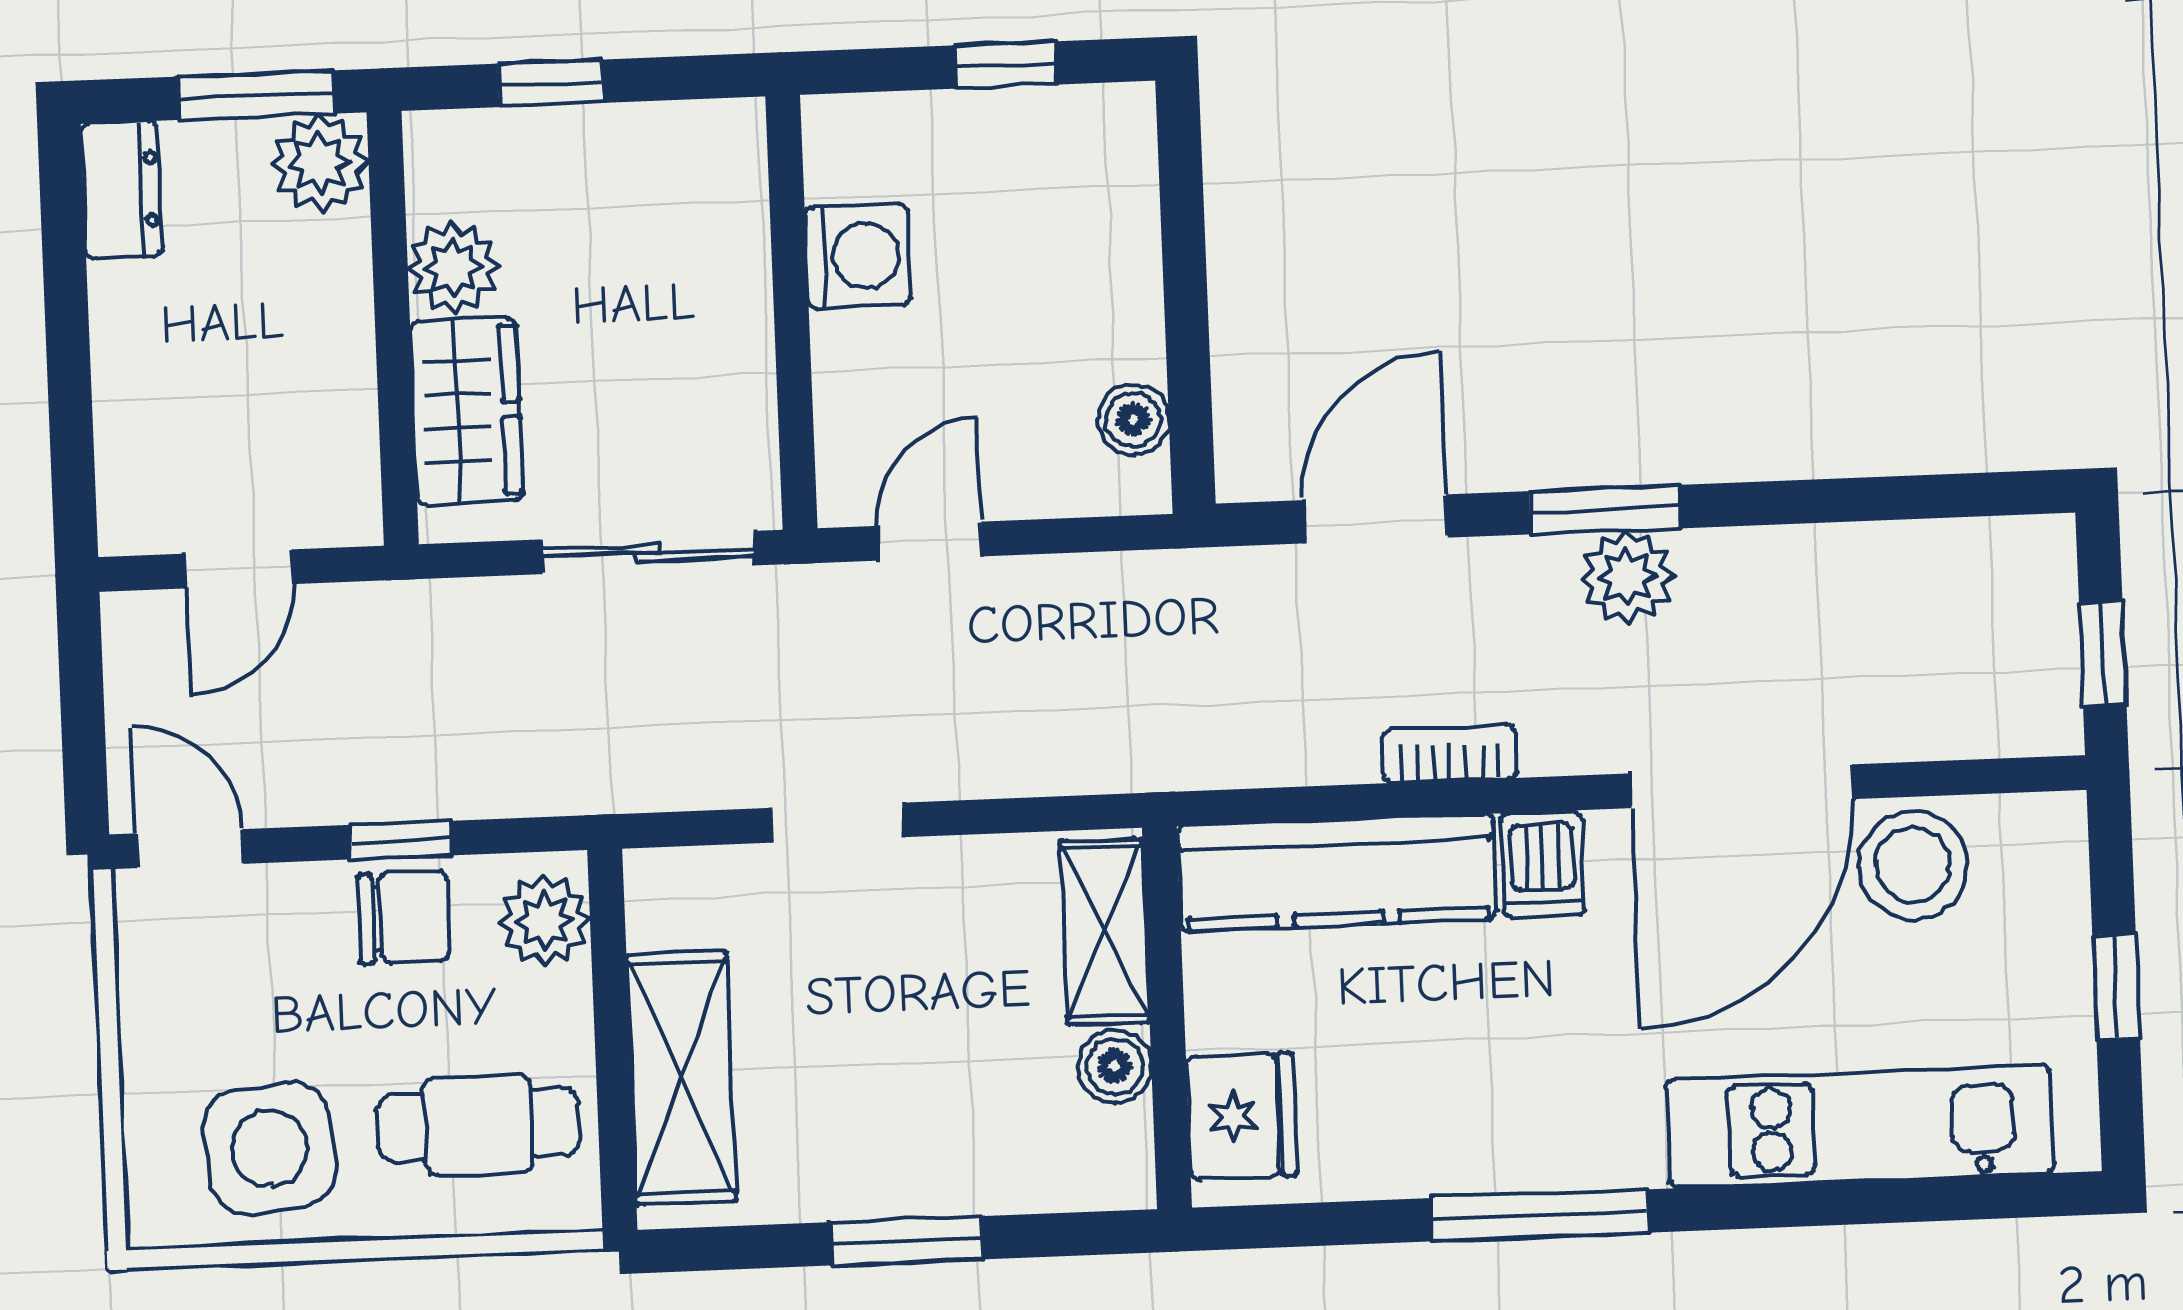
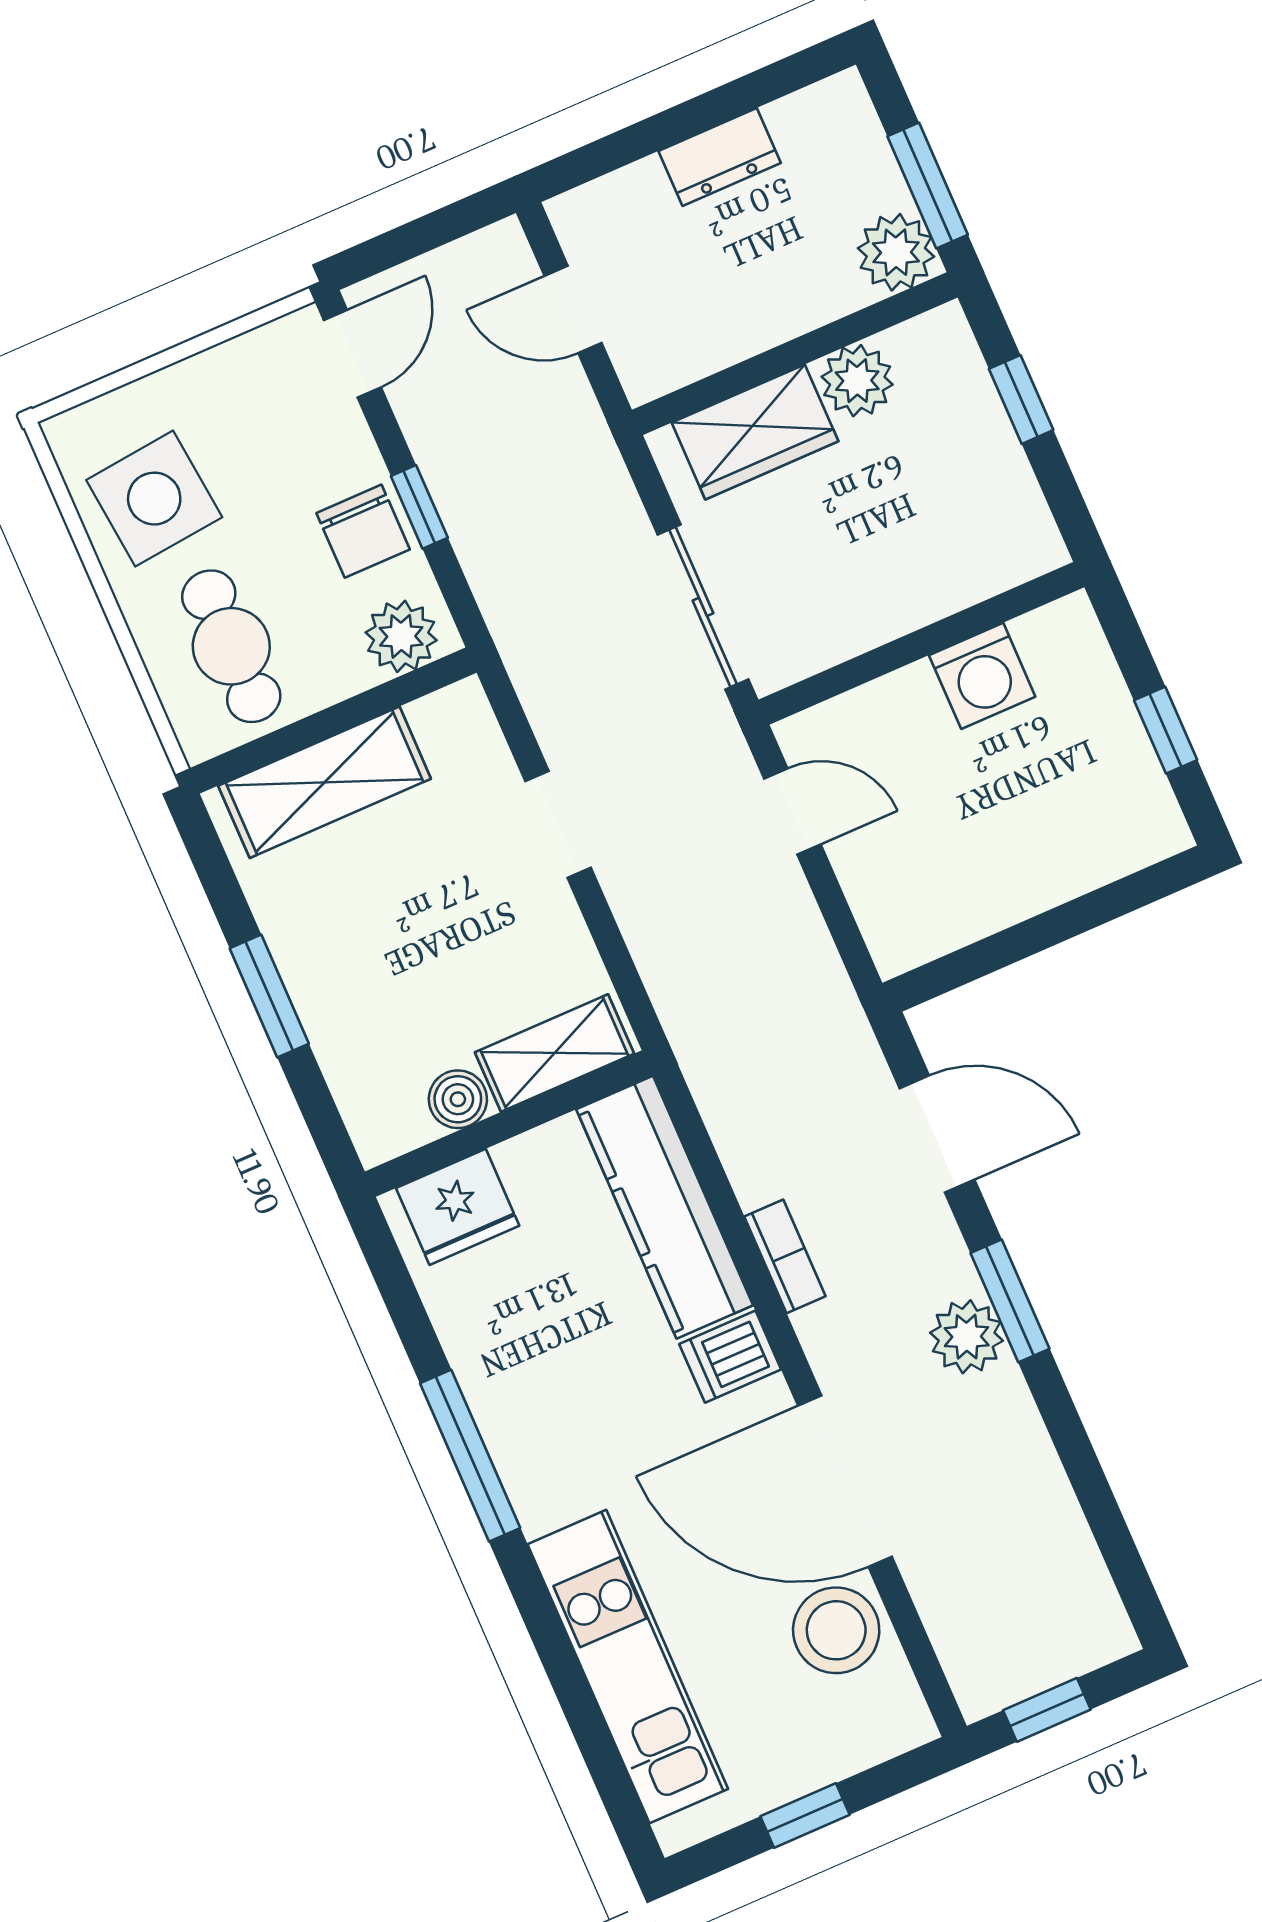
dresser: (121, 190) -> (720, 157), moved
boiler: (1133, 420) -> (941, 927), removed

